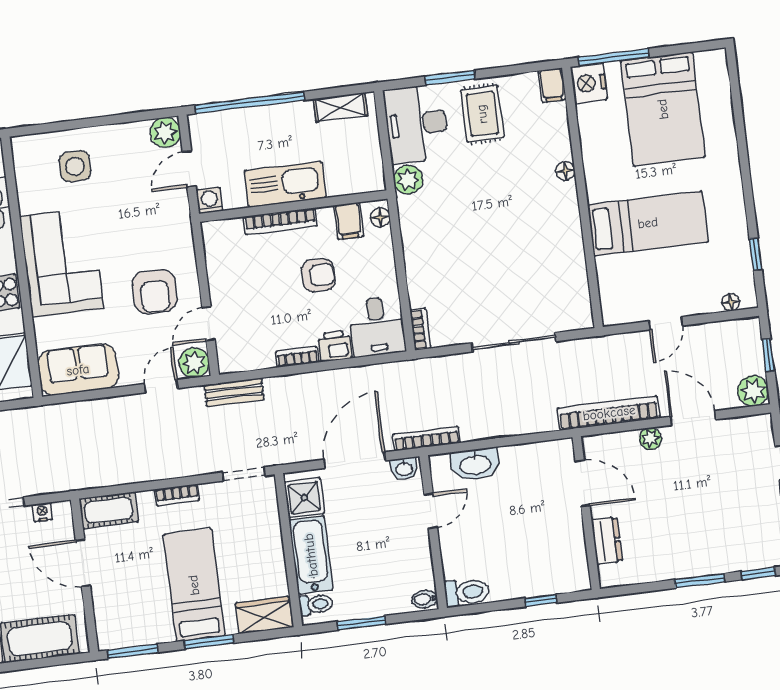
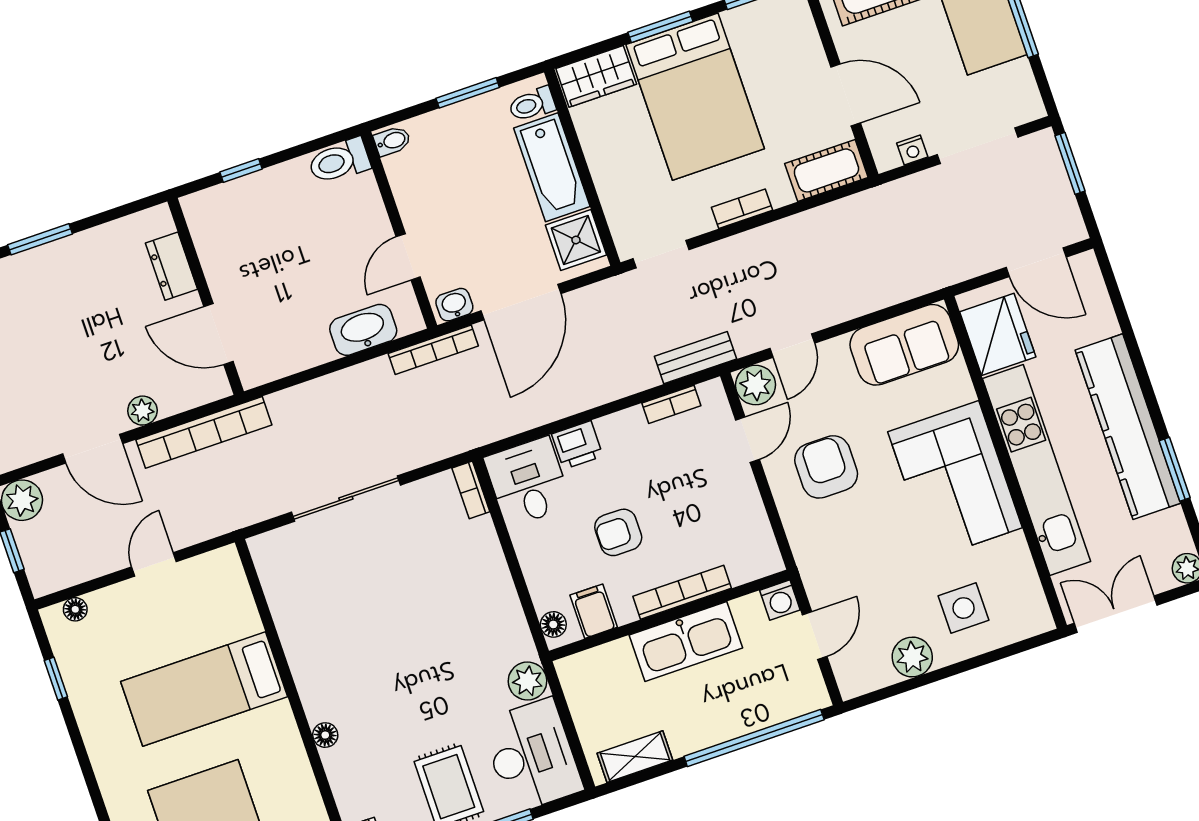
plant: (165, 132) -> (912, 657), moved
bookcase: (297, 357) -> (671, 404), moved
bed: (194, 585) -> (695, 97), width x1.50

